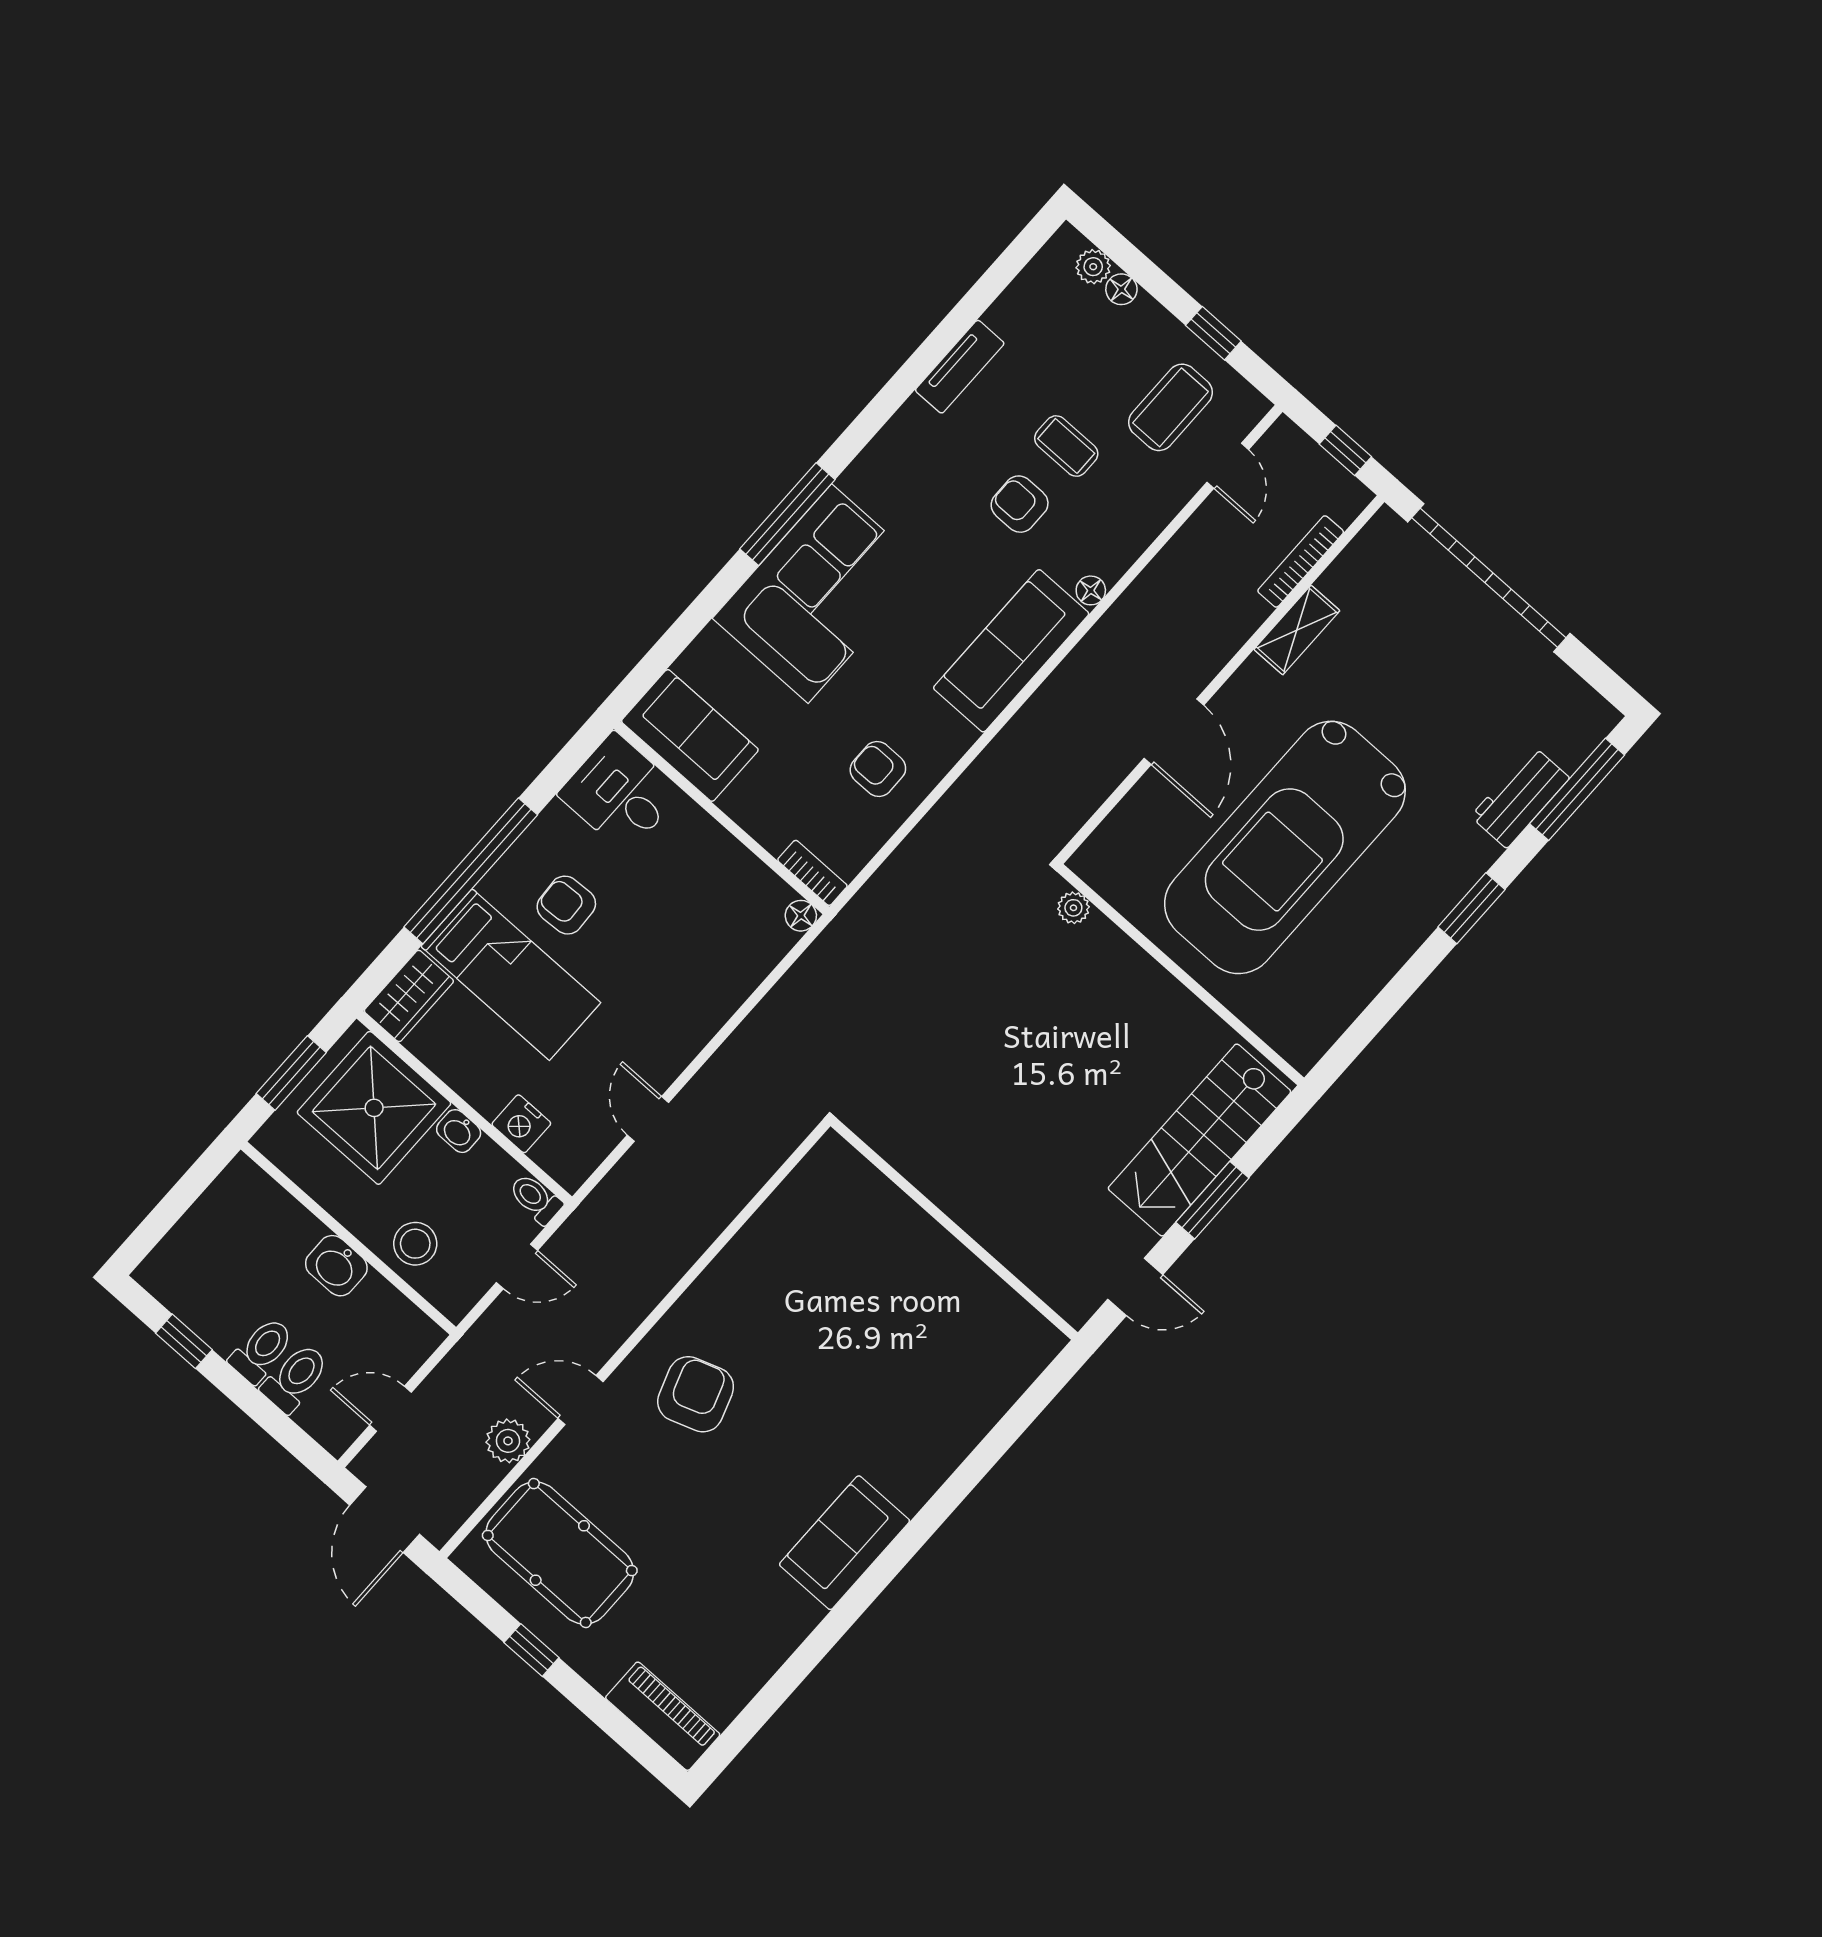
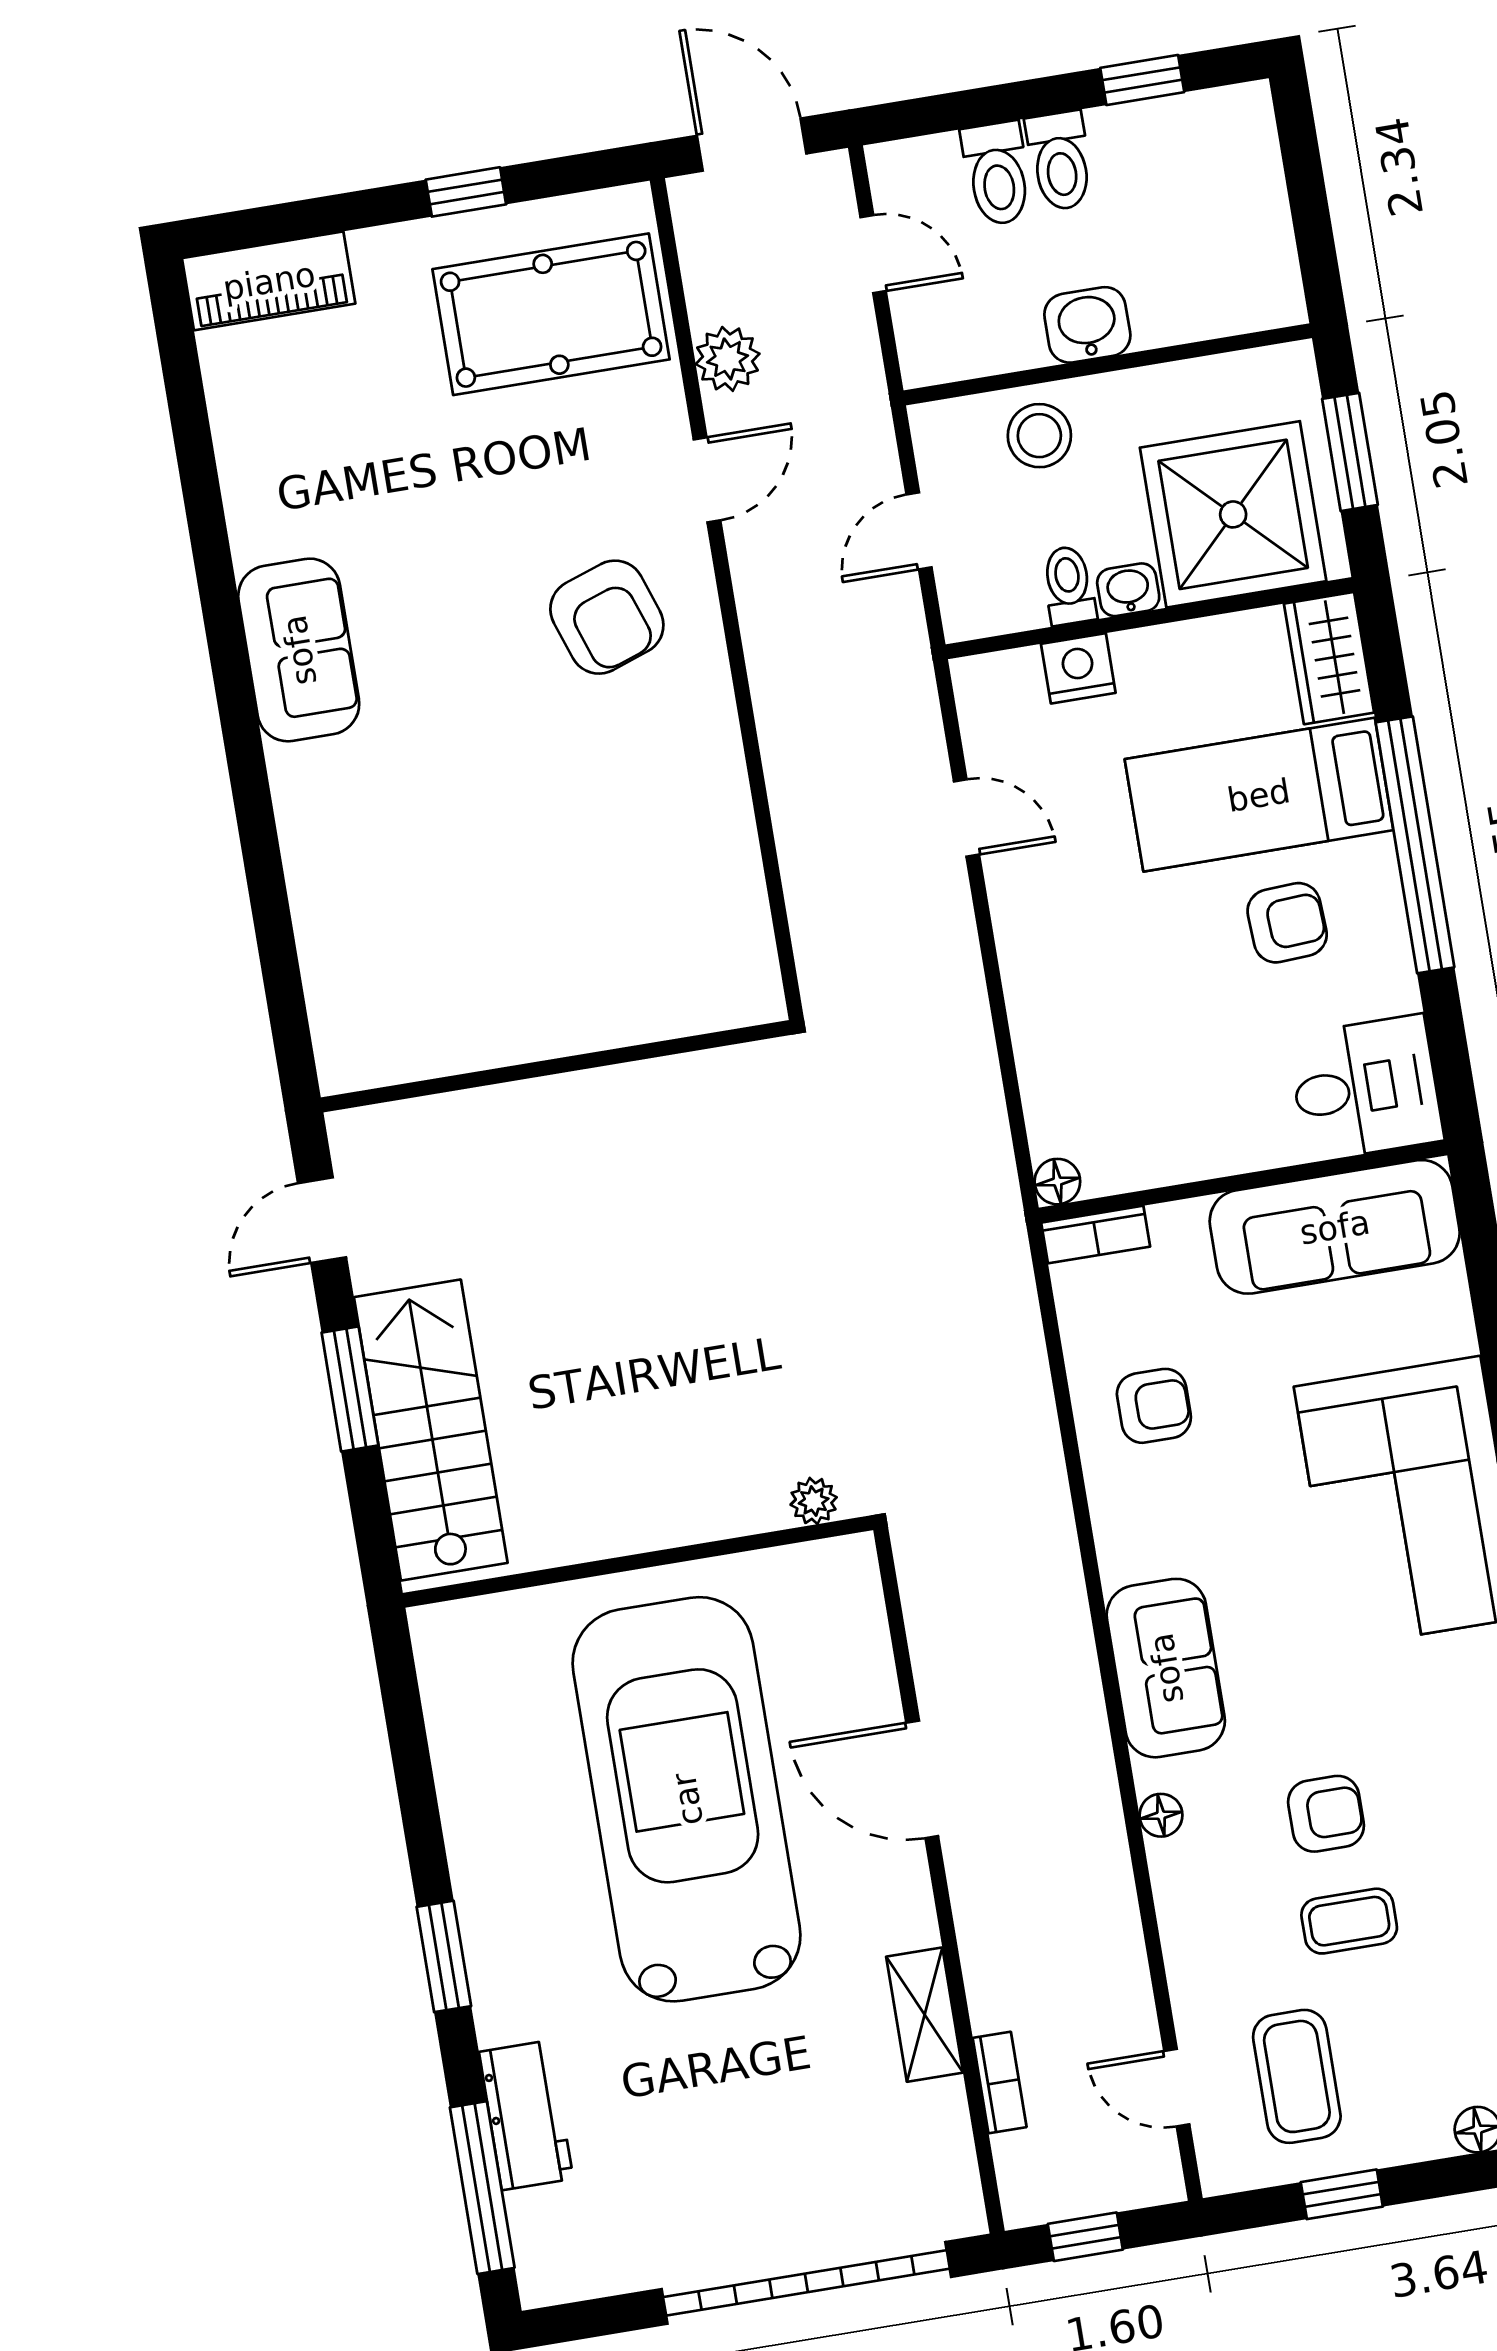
bookcase: (1301, 561) -> (1000, 2082), width x0.64
sofa: (1011, 651) -> (1166, 1668), width x0.73
sofa: (690, 735) -> (1335, 1227), width x1.36
toilet: (536, 1199) -> (1069, 585), moved, turned -90
door: (391, 1409) -> (873, 254), hinge flipped

